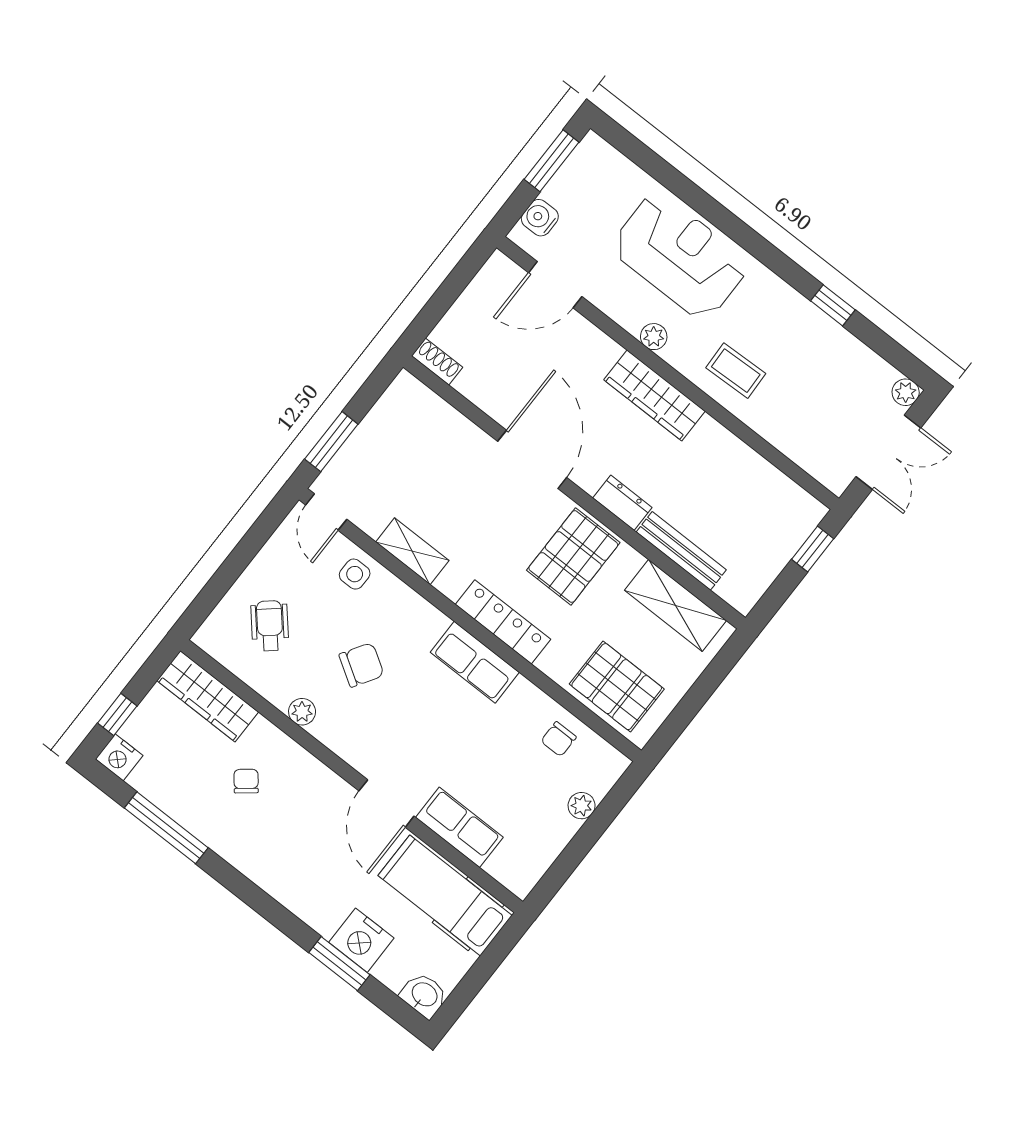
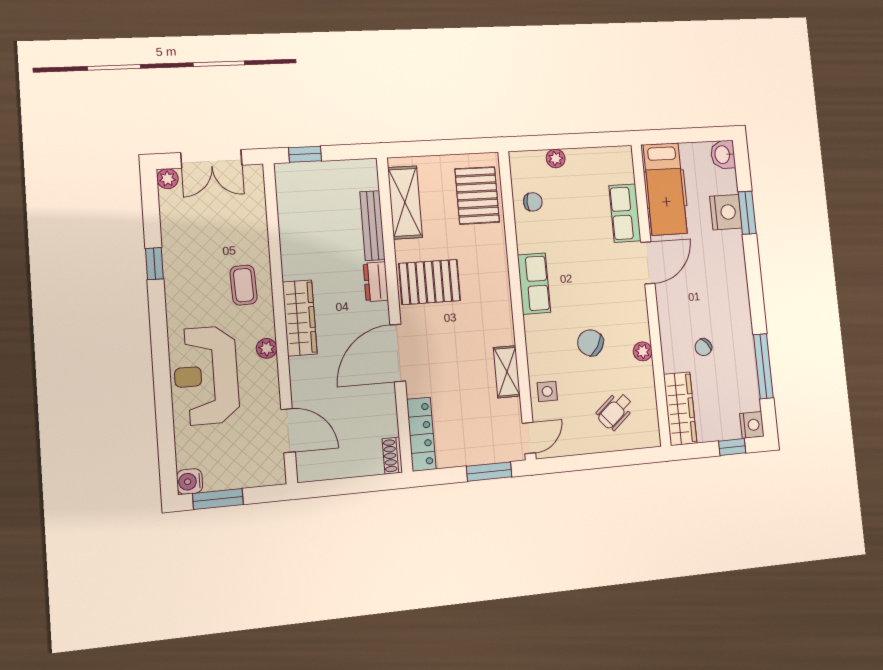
water cooler: (540, 218) -> (190, 481), moved, turned 90
double door: (888, 452) -> (211, 159), swing flipped
locker: (503, 622) -> (421, 434), moved, turned 180

